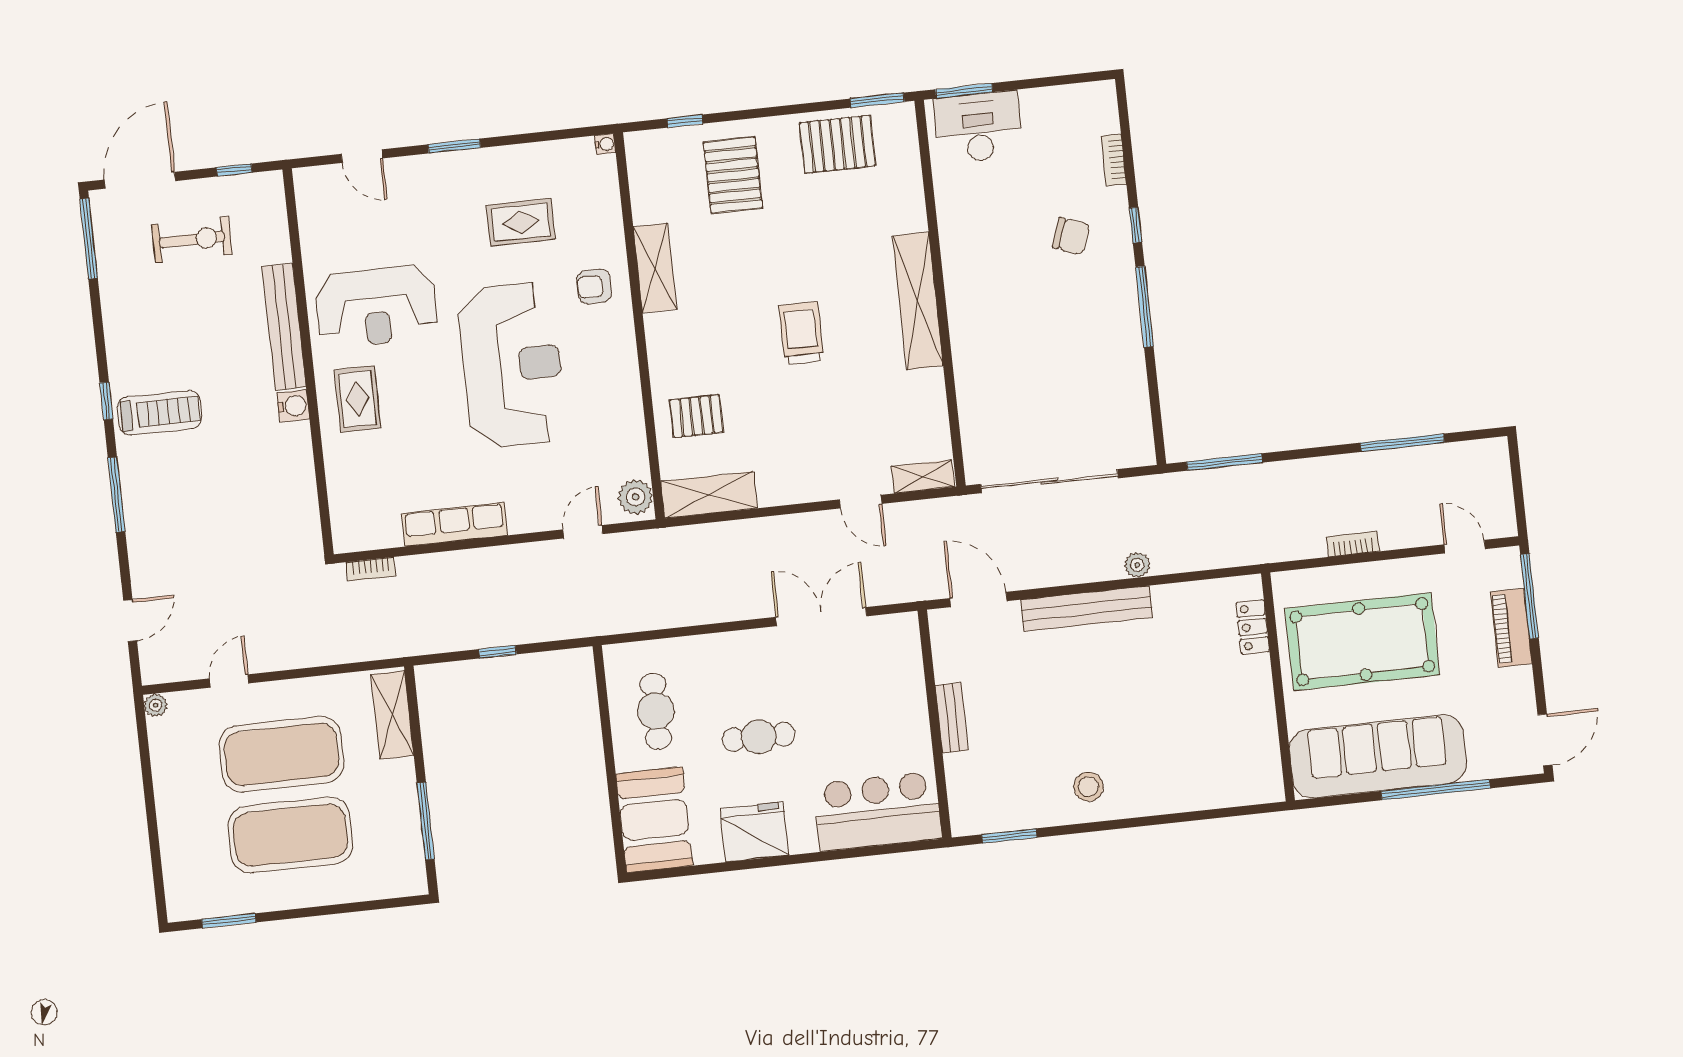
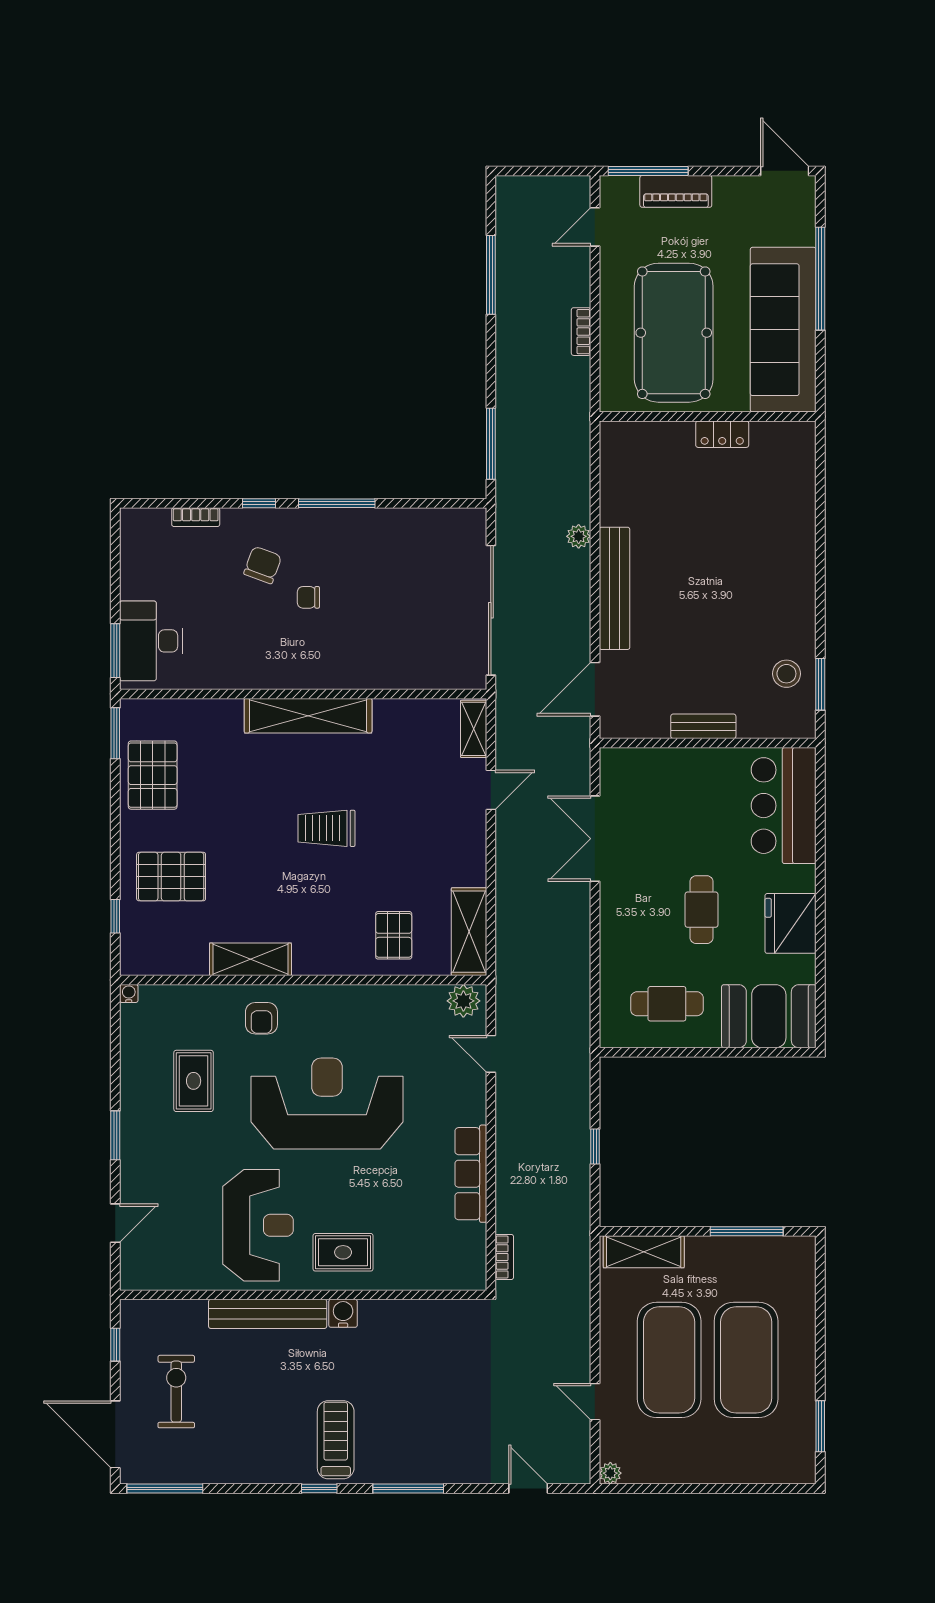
chair: (1042, 288) -> (308, 597), added
locker: (1253, 627) -> (722, 434), moved
stool: (1088, 787) -> (786, 674), moved

